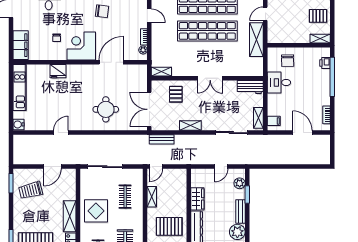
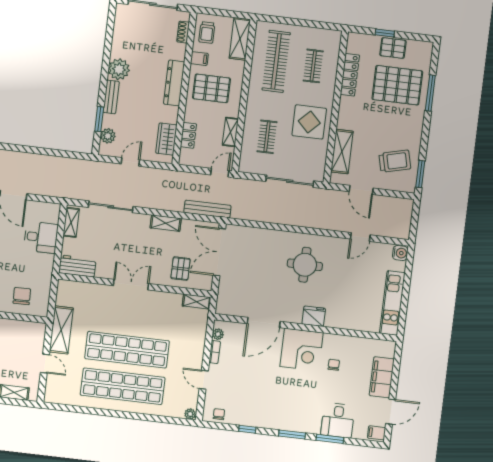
chair: (102, 11) -> (268, 394), removed
door: (265, 14) -> (45, 364), hinge flipped
filing cabinet: (21, 45) -> (382, 377), moved
fridge: (58, 71) -> (314, 316), moved
desk: (279, 82) -> (41, 237), moved
round table: (106, 109) -> (305, 265), moved
double door: (149, 109) -> (219, 252), swing flipped
filing cabinet: (274, 121) -> (51, 216), removed
door: (61, 133) -> (360, 237), moved
bench: (162, 139) -> (207, 209), width x1.36
door: (52, 167) -> (361, 190), swing flipped
locker: (182, 191) -> (188, 135), added
wardrobe: (197, 199) -> (166, 139), moved
shelving: (70, 216) -> (342, 152), moved

